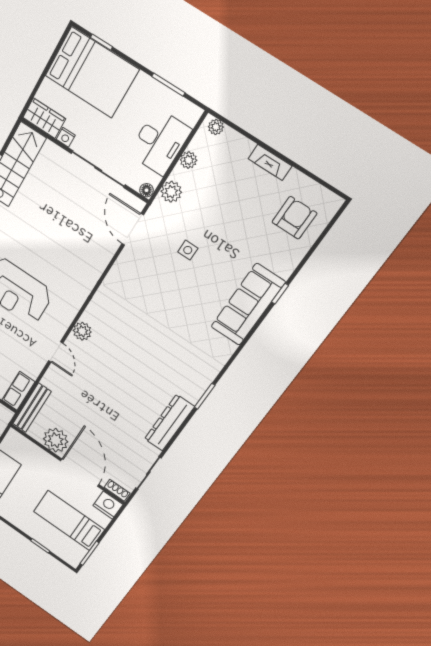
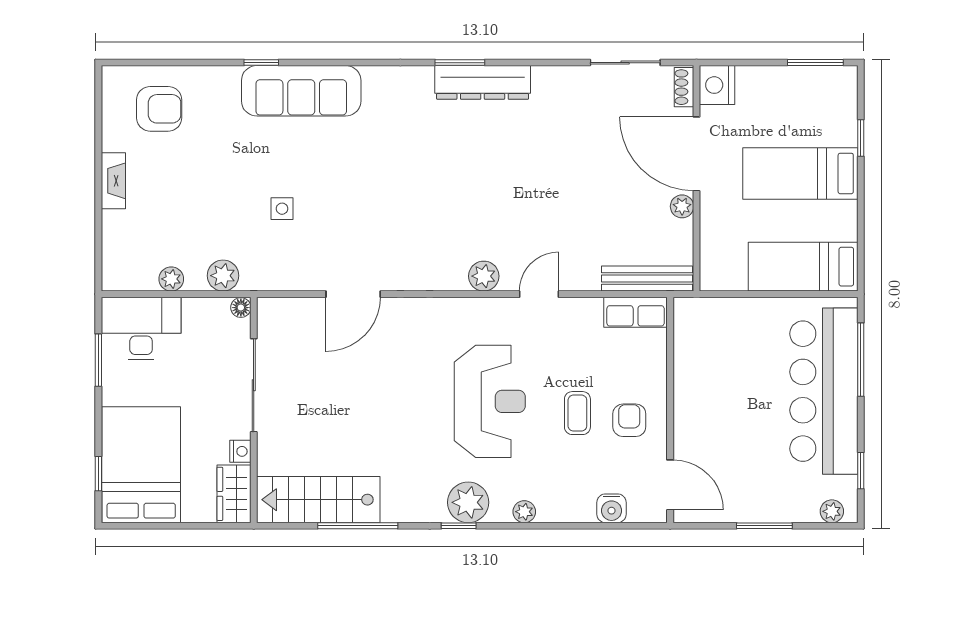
plant: (216, 127) -> (112, 271), removed
desk: (160, 142) -> (141, 328), moved
armchair: (294, 218) -> (159, 109), turned 180
door: (133, 229) -> (353, 294), moved
dresser: (169, 423) -> (483, 82), moved
plant: (56, 440) -> (682, 206), width x0.53, depth x0.53
door: (80, 473) -> (697, 154), hinge flipped
bed: (69, 520) -> (800, 173), moved, turned 90

